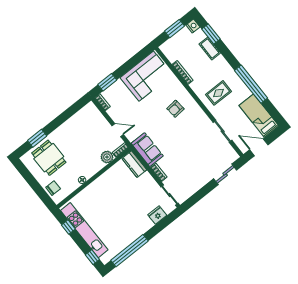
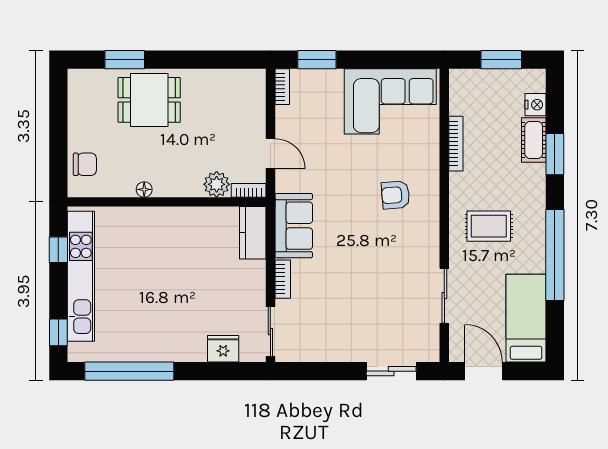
nightstand: (193, 26) -> (535, 105), moved
window: (211, 34) -> (555, 154), moved
dining table: (49, 158) -> (149, 100), moved, turned 90

